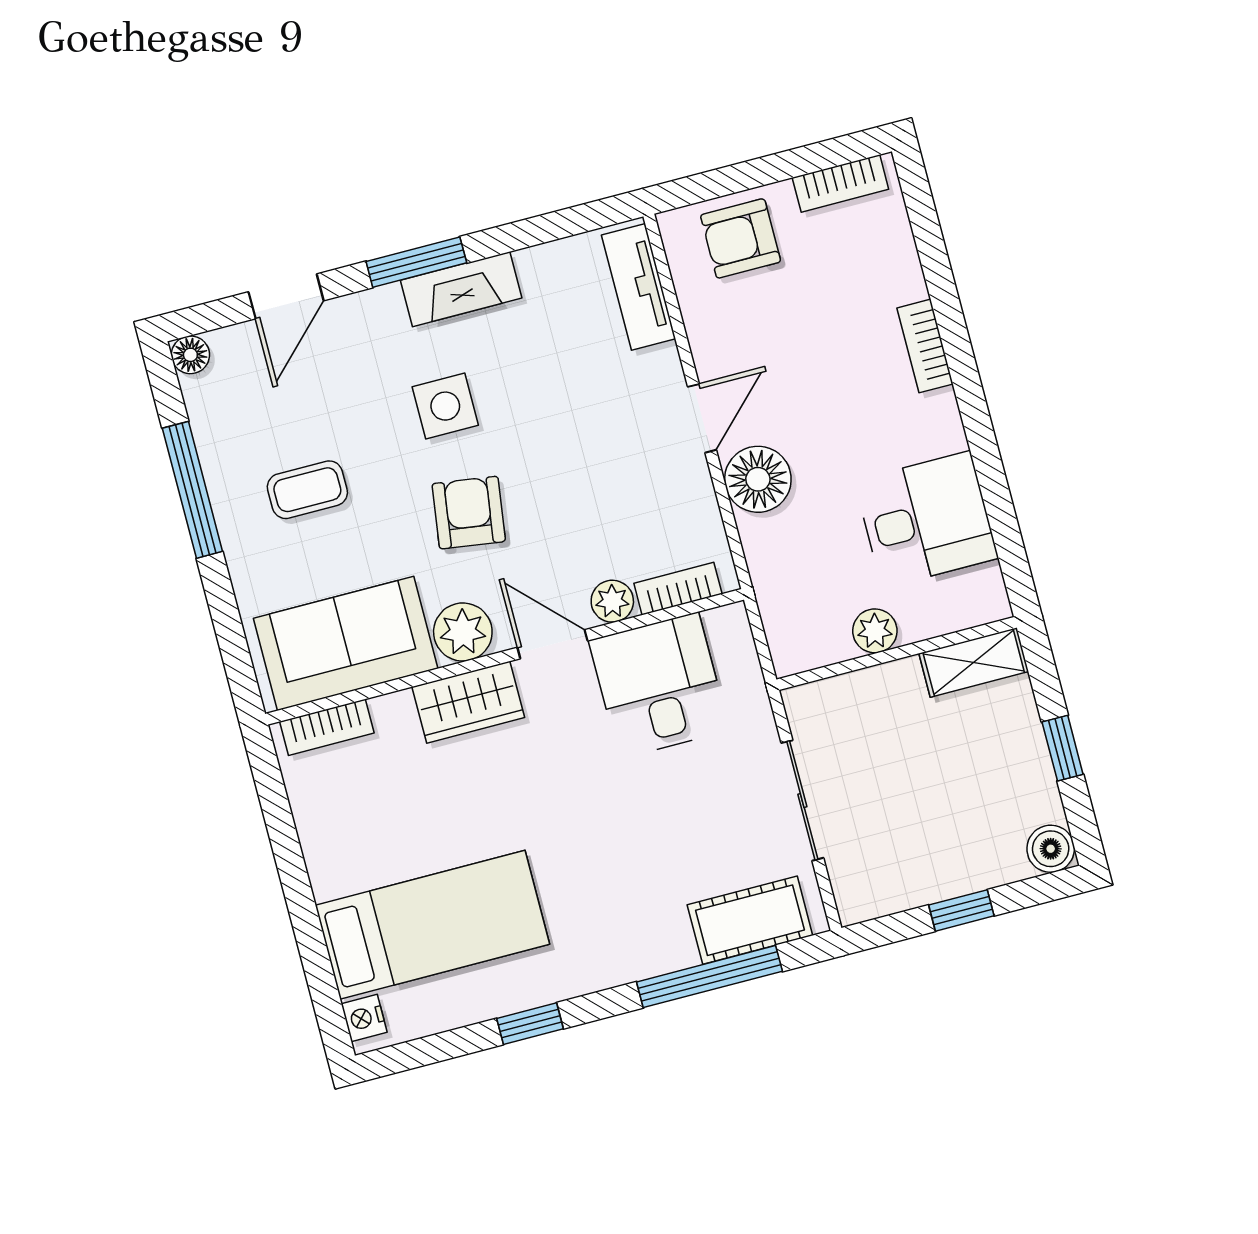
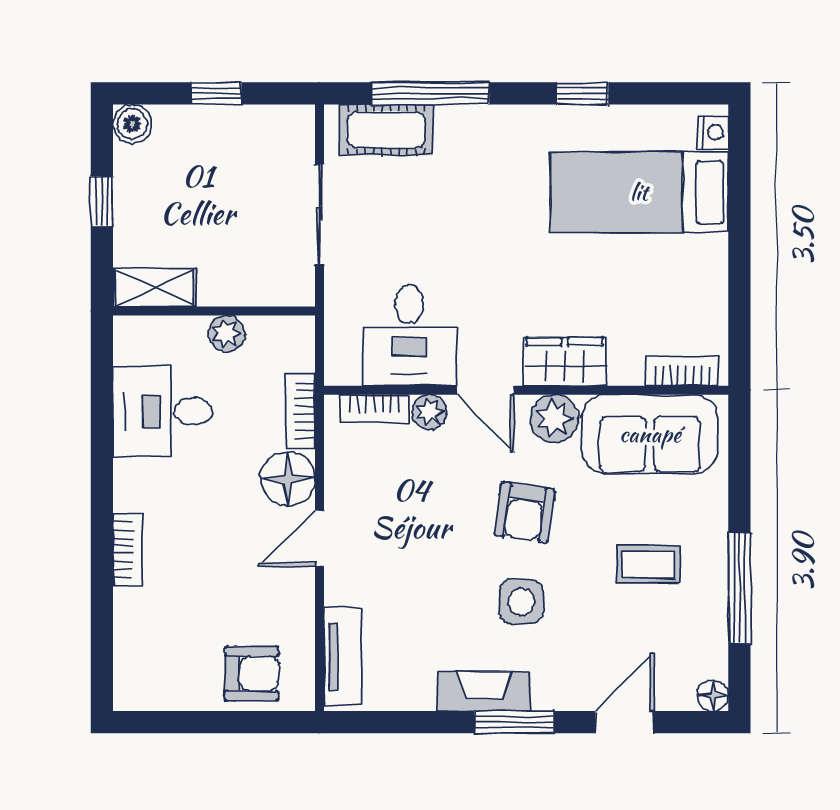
bookcase: (840, 183) -> (300, 411), moved, turned -90

